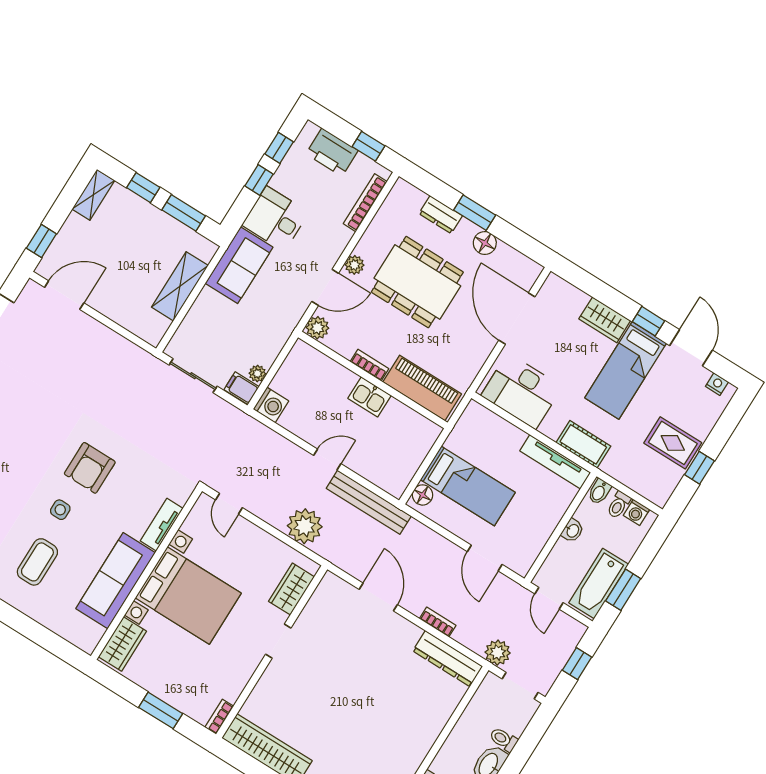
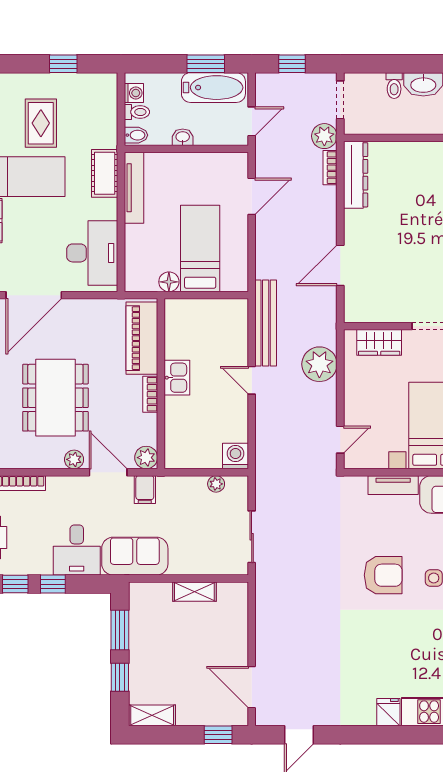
shelving: (180, 286) -> (194, 592), width x0.67, depth x0.75
filing cabinet: (242, 388) -> (145, 490), moved
rug: (673, 443) -> (41, 123), moved
floor lamp: (422, 495) -> (169, 282), moved
bookcase: (438, 622) -> (330, 168), moved

